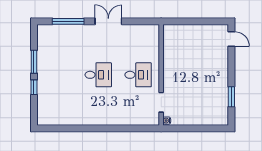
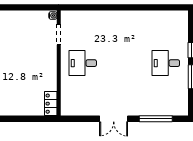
locker: (169, 36) -> (51, 104), added
desk: (98, 75) -> (166, 63), moved

